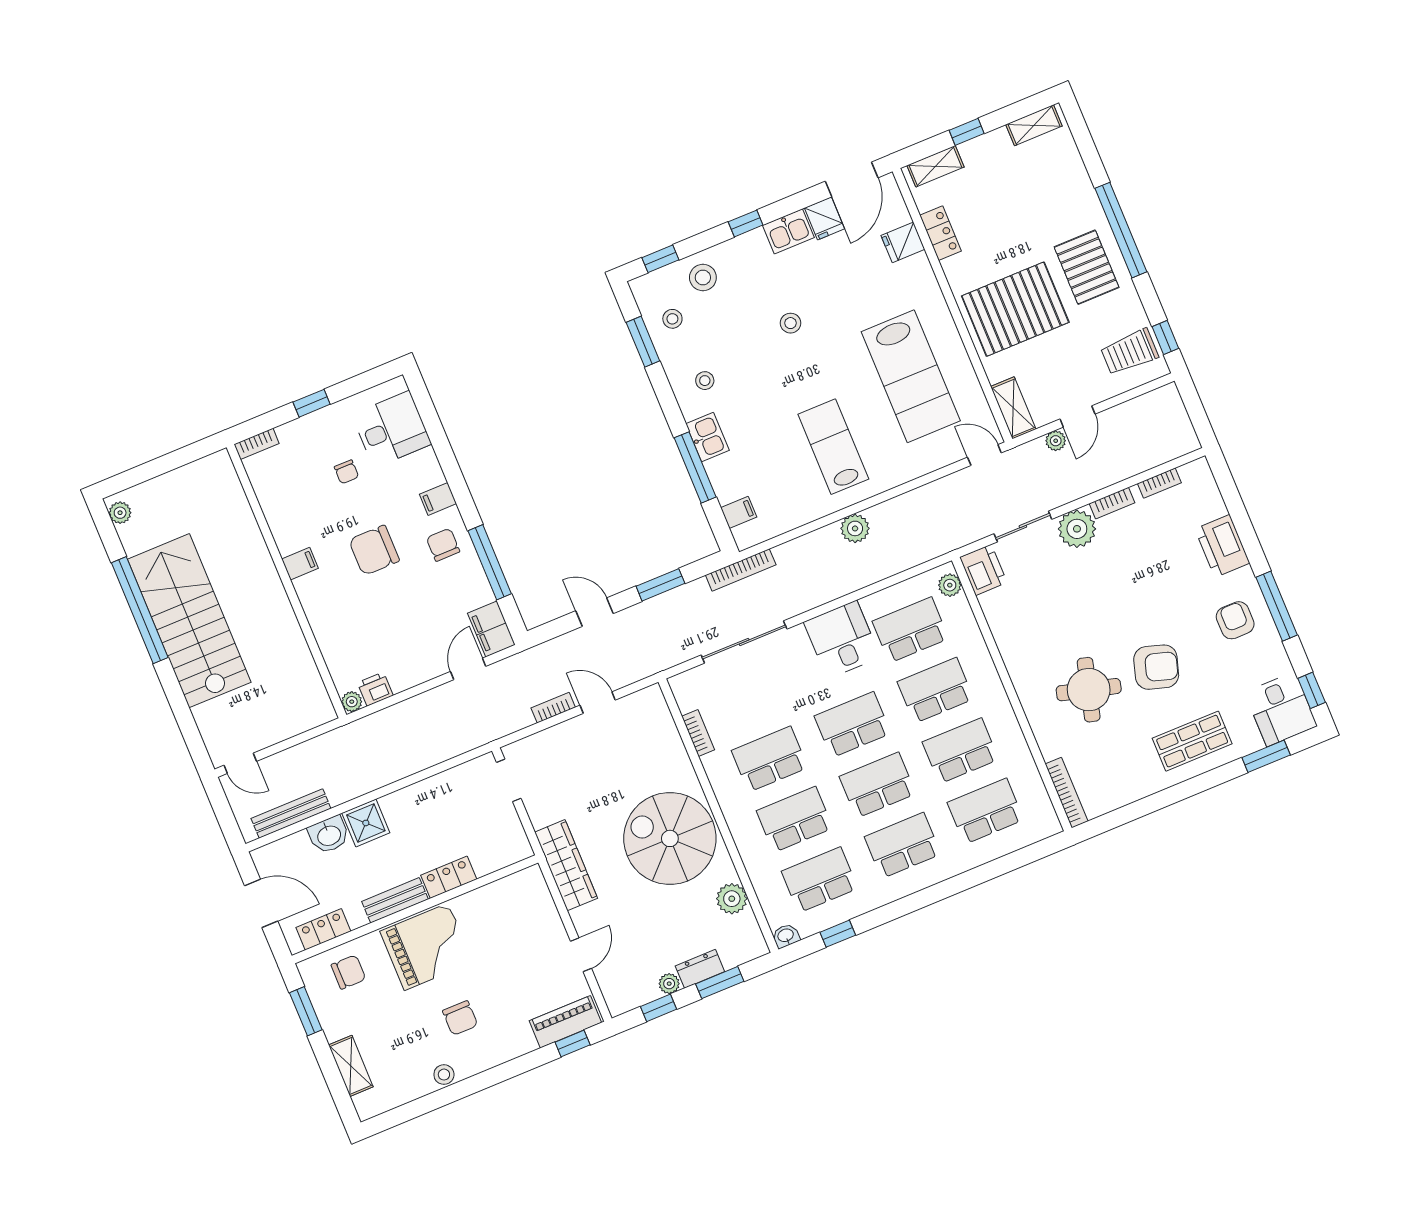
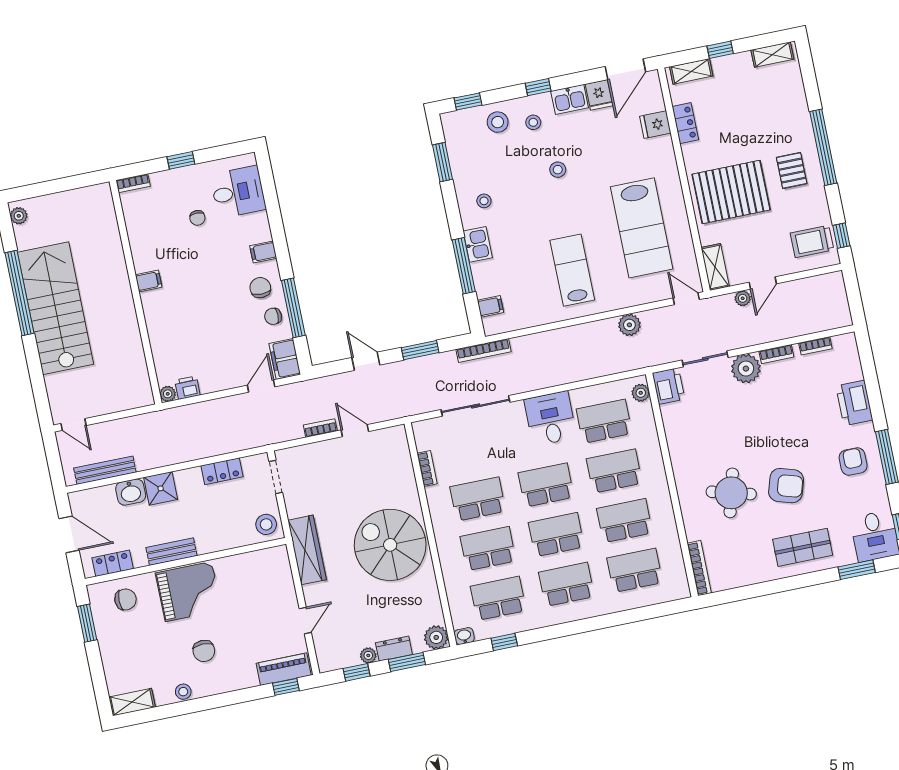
pallet: (1087, 267) -> (792, 171), width x0.67, depth x0.71
stool: (672, 319) -> (533, 122), moved
plant: (855, 528) -> (629, 325), moved
chair: (374, 550) -> (273, 316), moved, width x0.54, depth x0.54
stool: (508, 843) -> (266, 524), added
locker: (449, 877) -> (222, 471), moved, turned 180
plant: (732, 899) -> (436, 637), moved
shelving: (351, 1066) -> (132, 702), moved, turned 90

